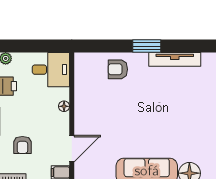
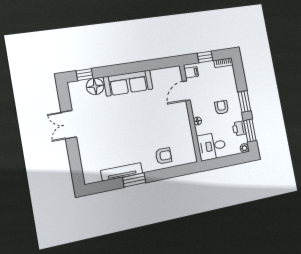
window: (147, 46) -> (134, 180), moved
armchair: (22, 145) -> (222, 107), moved

